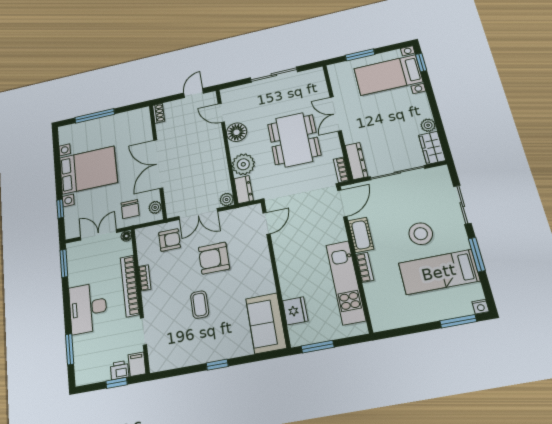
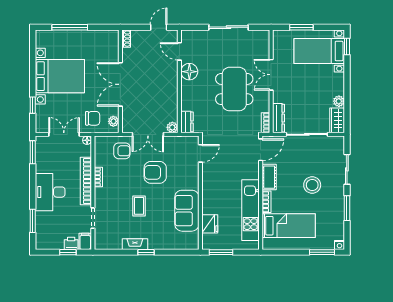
plant: (243, 164) -> (190, 101), removed
chair: (130, 209) -> (93, 118), turned -90
bed: (439, 272) -> (289, 226), moved, turned 180
sofa: (266, 323) -> (187, 211), moved
fireplace: (201, 356) -> (135, 244), added

